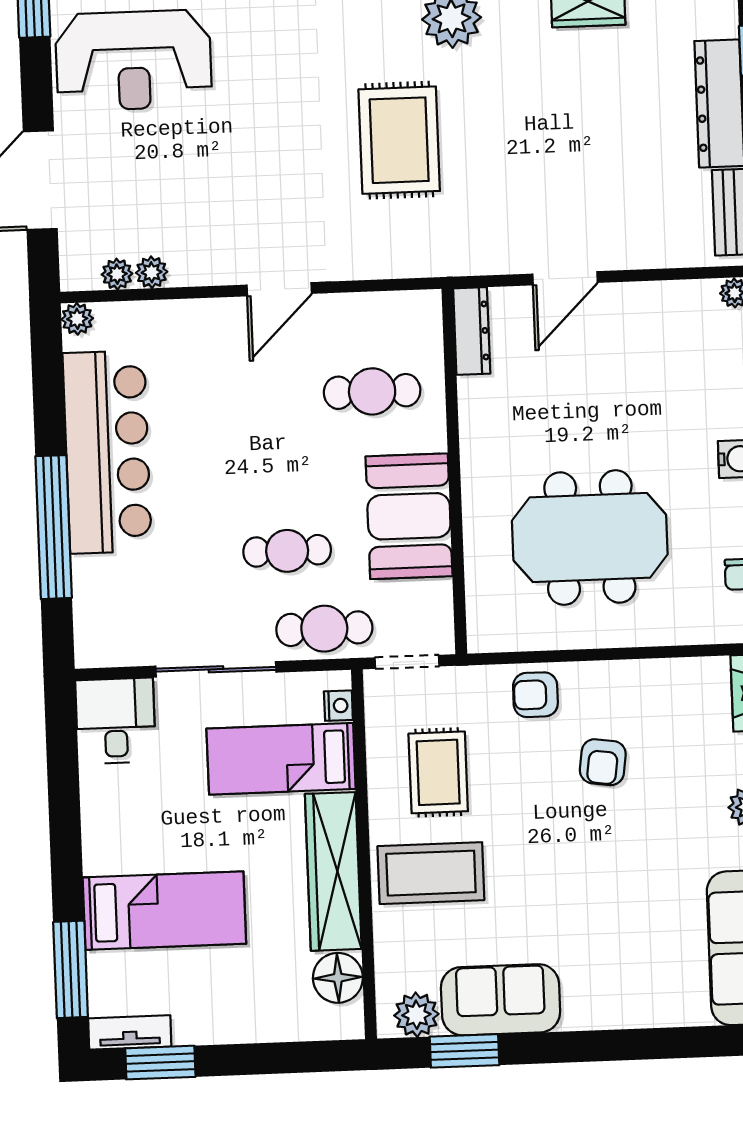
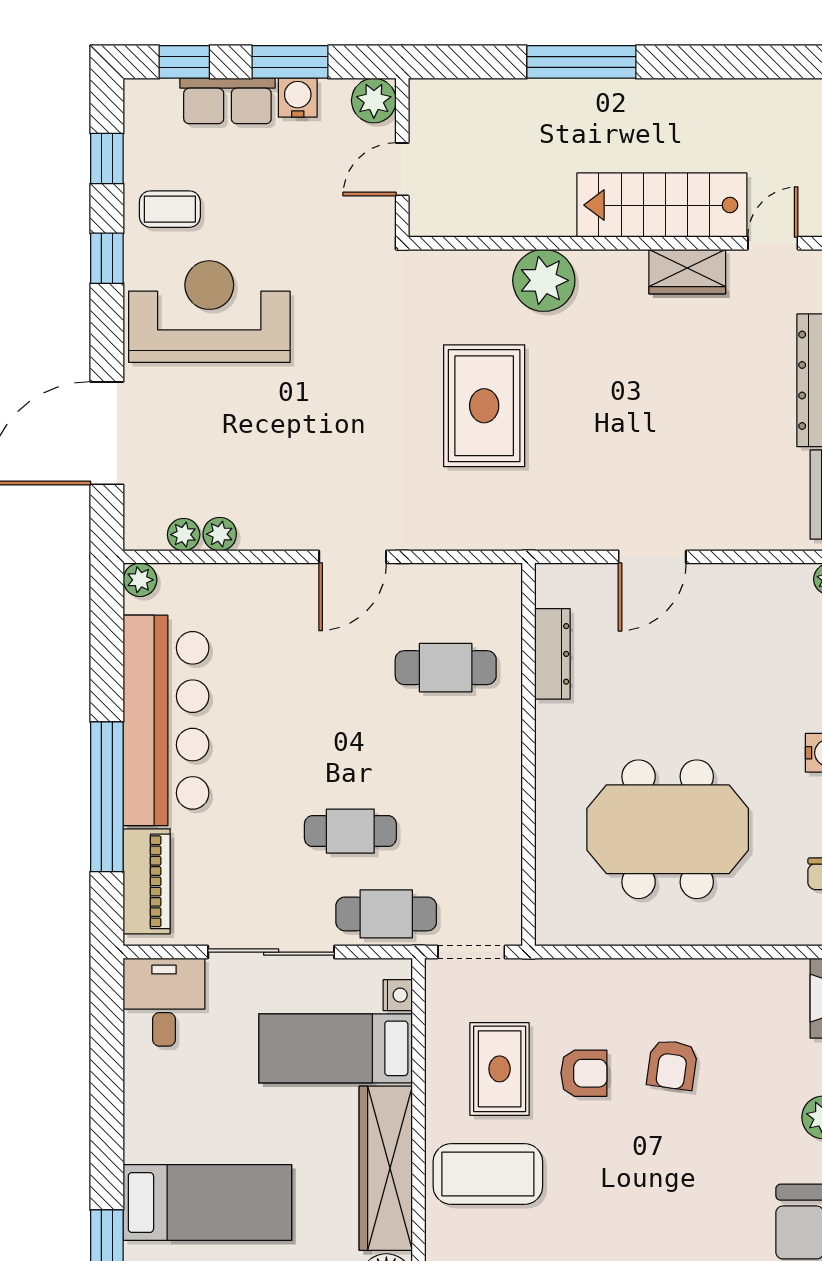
reception desk: (133, 60) -> (209, 312), turned 180
dresser: (472, 331) -> (552, 654), moved
booth: (409, 516) -> (479, 800), removed
piano: (95, 606) -> (147, 881), added
armchair: (535, 695) -> (584, 1073), moved, turned 180

